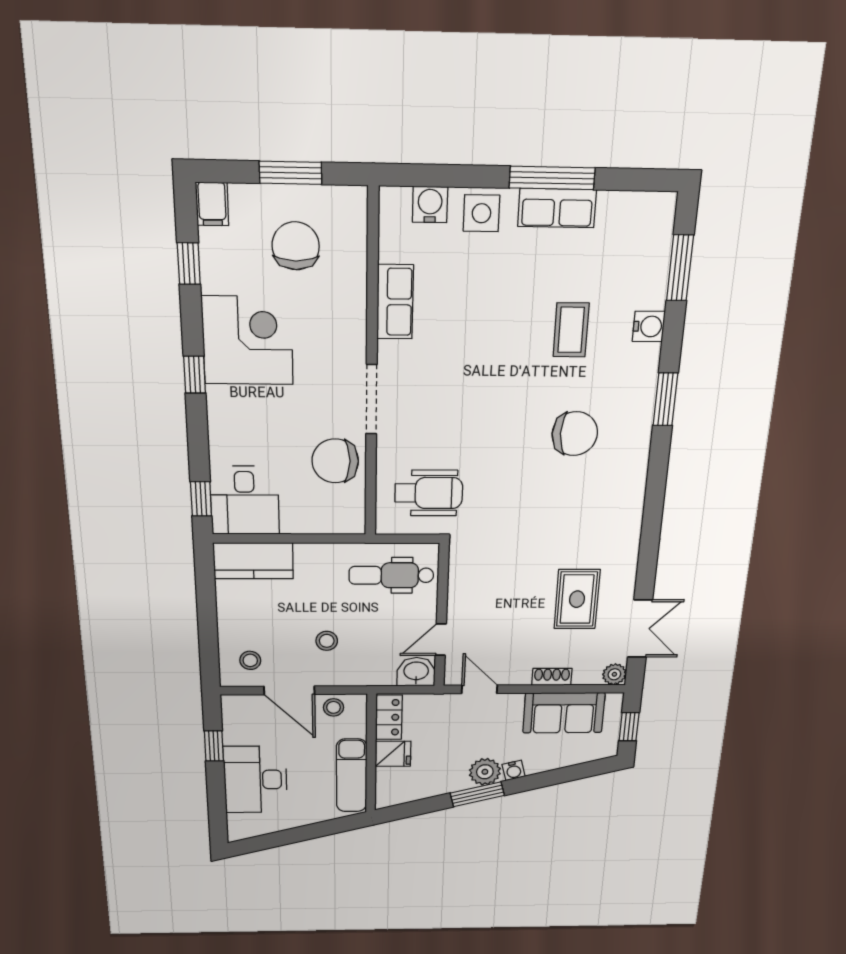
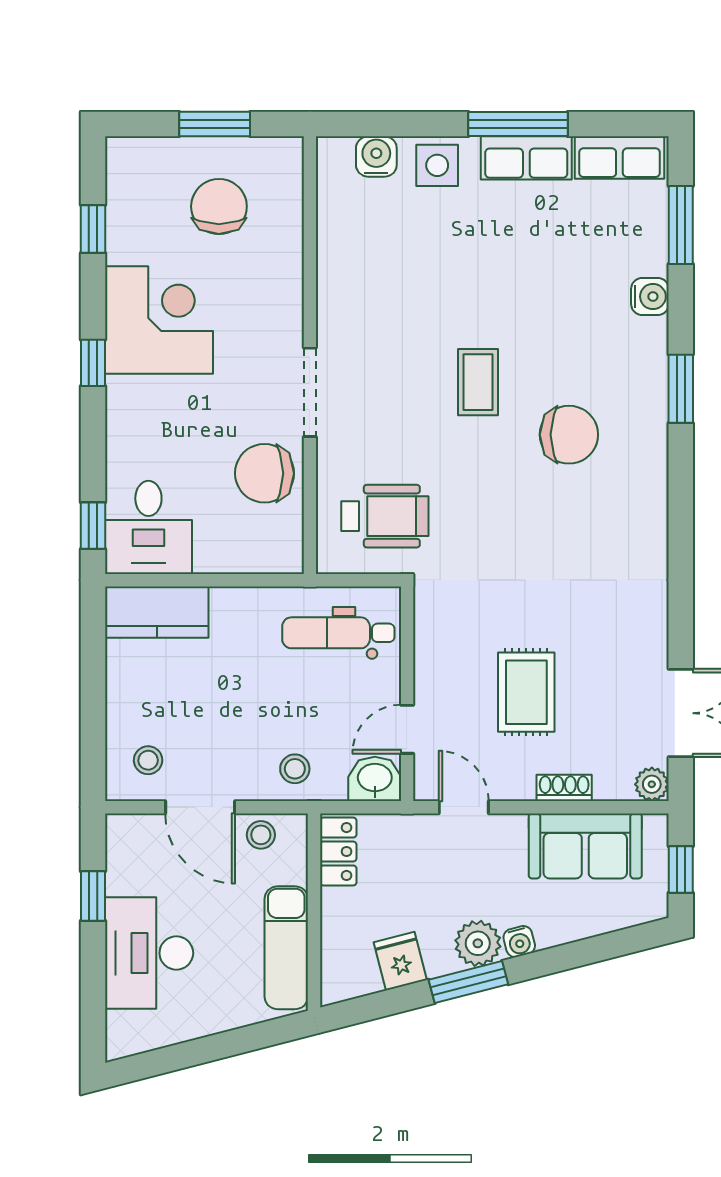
filing cabinet: (212, 204) -> (123, 160), removed
row of seats: (395, 302) -> (619, 158), moved, turned 90
coffee table: (571, 330) -> (478, 382), moved
rug: (577, 599) -> (526, 692), moved
stool: (327, 641) -> (295, 769), moved
fridge: (393, 754) -> (400, 961), moved, turned -104

